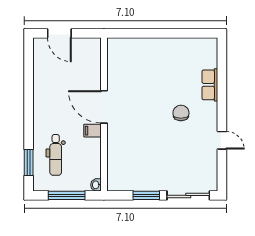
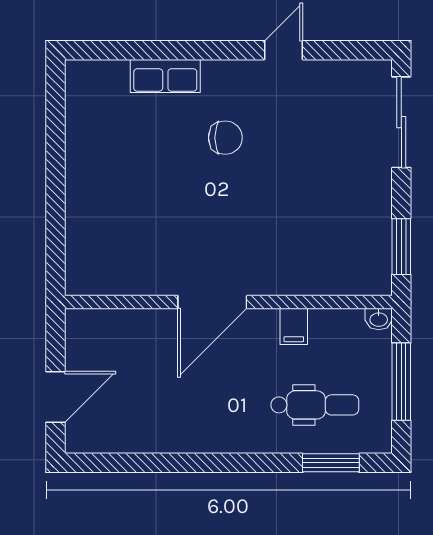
chair: (181, 113) -> (225, 138), turned 180
filing cabinet: (92, 131) -> (294, 326), moved
window: (146, 195) -> (401, 247), moved

